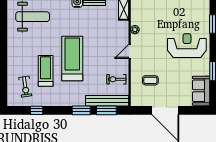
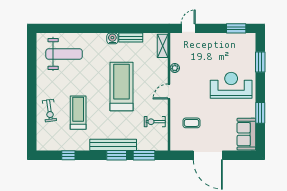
treadmill: (72, 59) -> (121, 87), moved
exercise bike: (25, 87) -> (49, 111), moved
bench: (107, 101) -> (113, 145), moved

